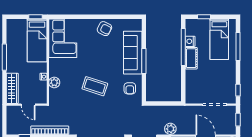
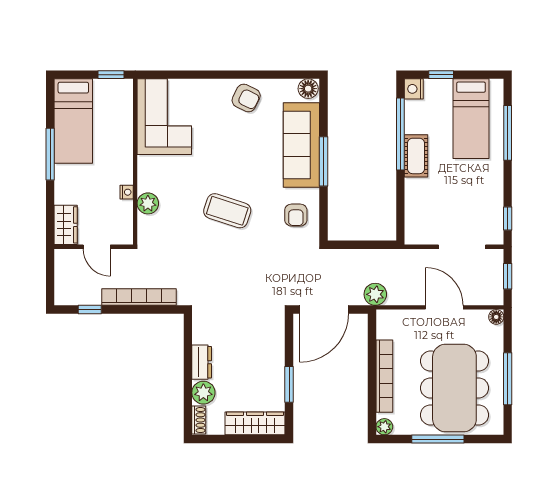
floor lamp: (136, 24) -> (308, 89), added
bed: (37, 40) -> (73, 121), moved
nightstand: (190, 41) -> (414, 89), moved
wardrobe: (12, 88) -> (66, 225), width x0.67

